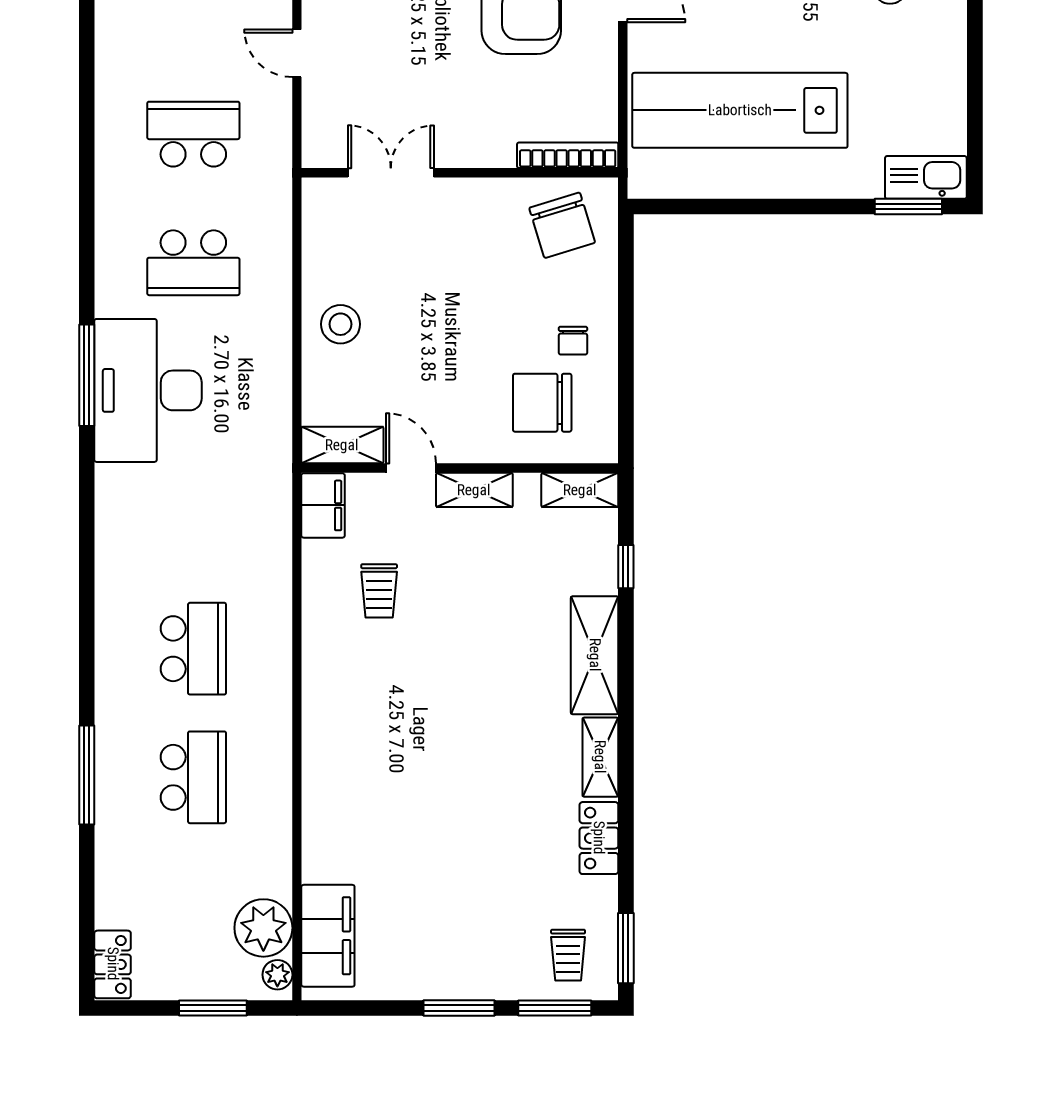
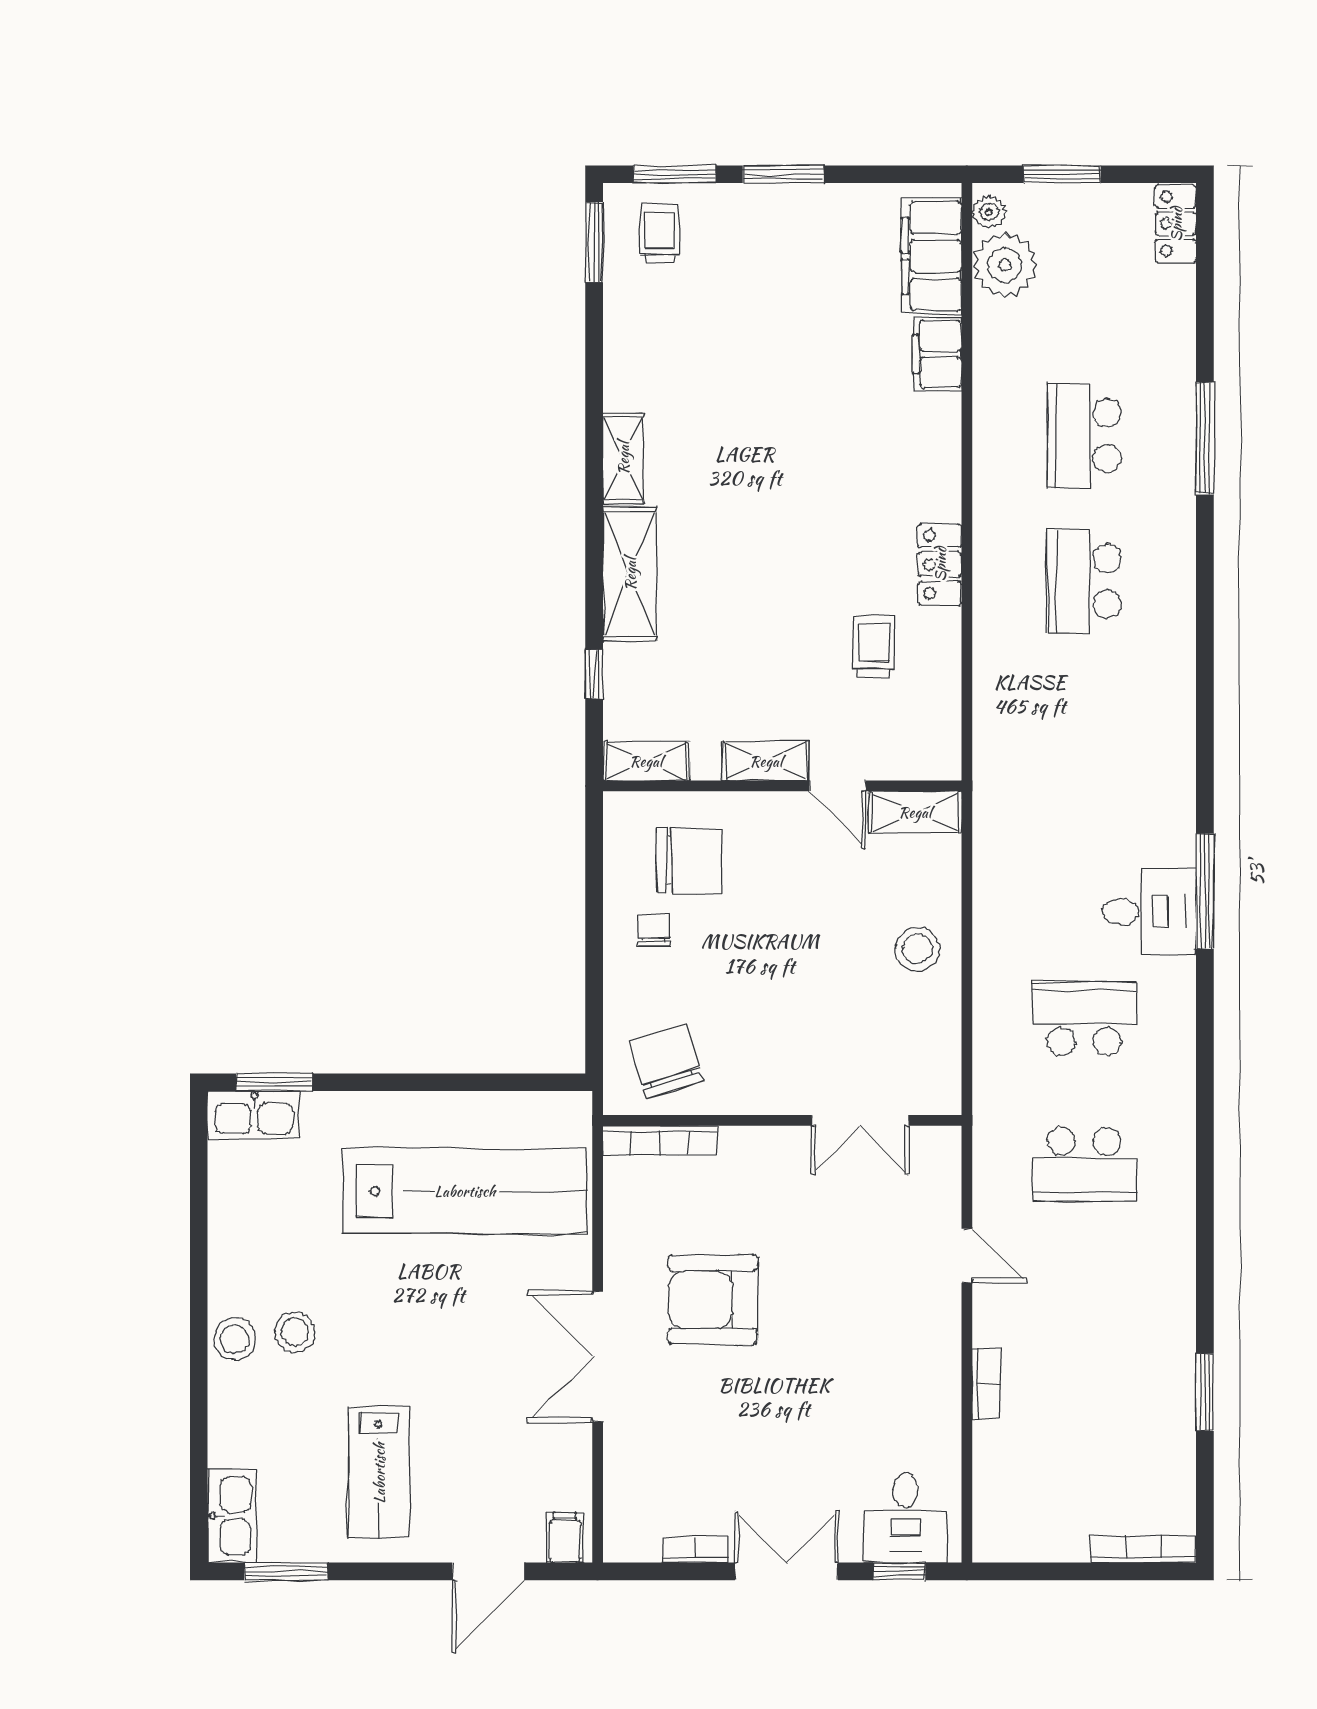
desk: (148, 390) -> (1150, 912), width x0.53, depth x0.77
filing cabinet: (323, 505) -> (937, 354), moved
locker: (599, 838) -> (940, 564), moved, turned 180

